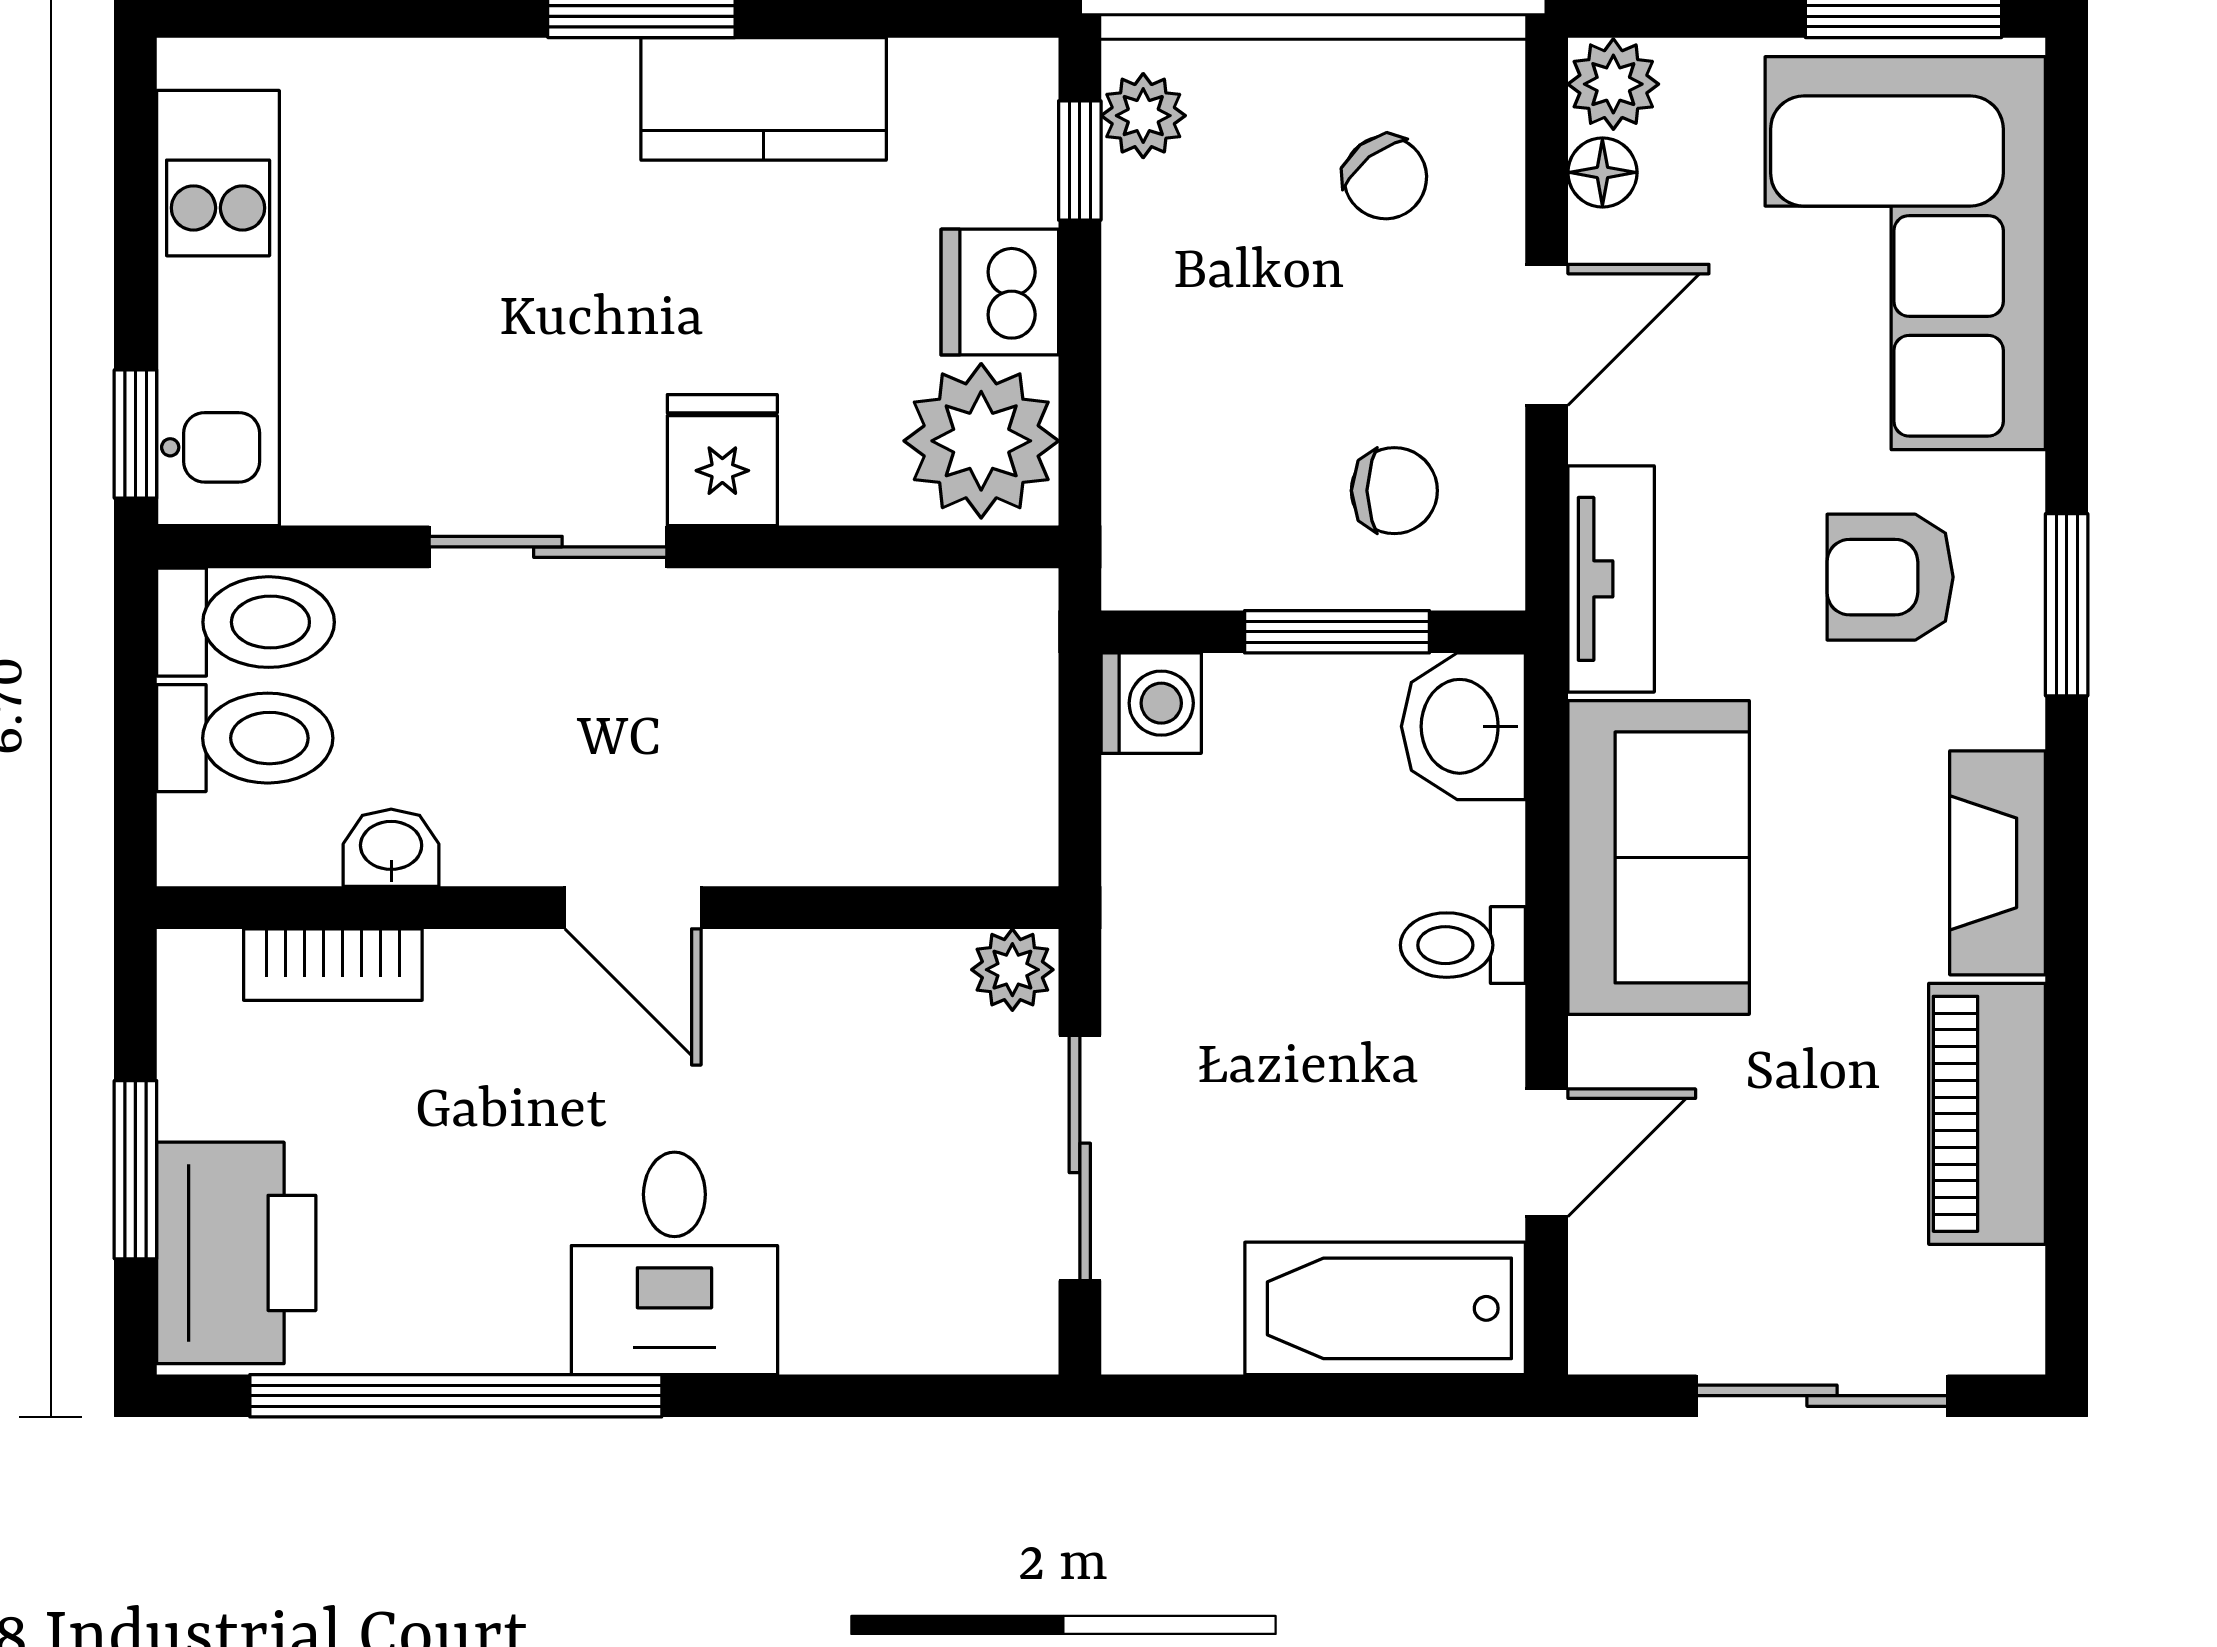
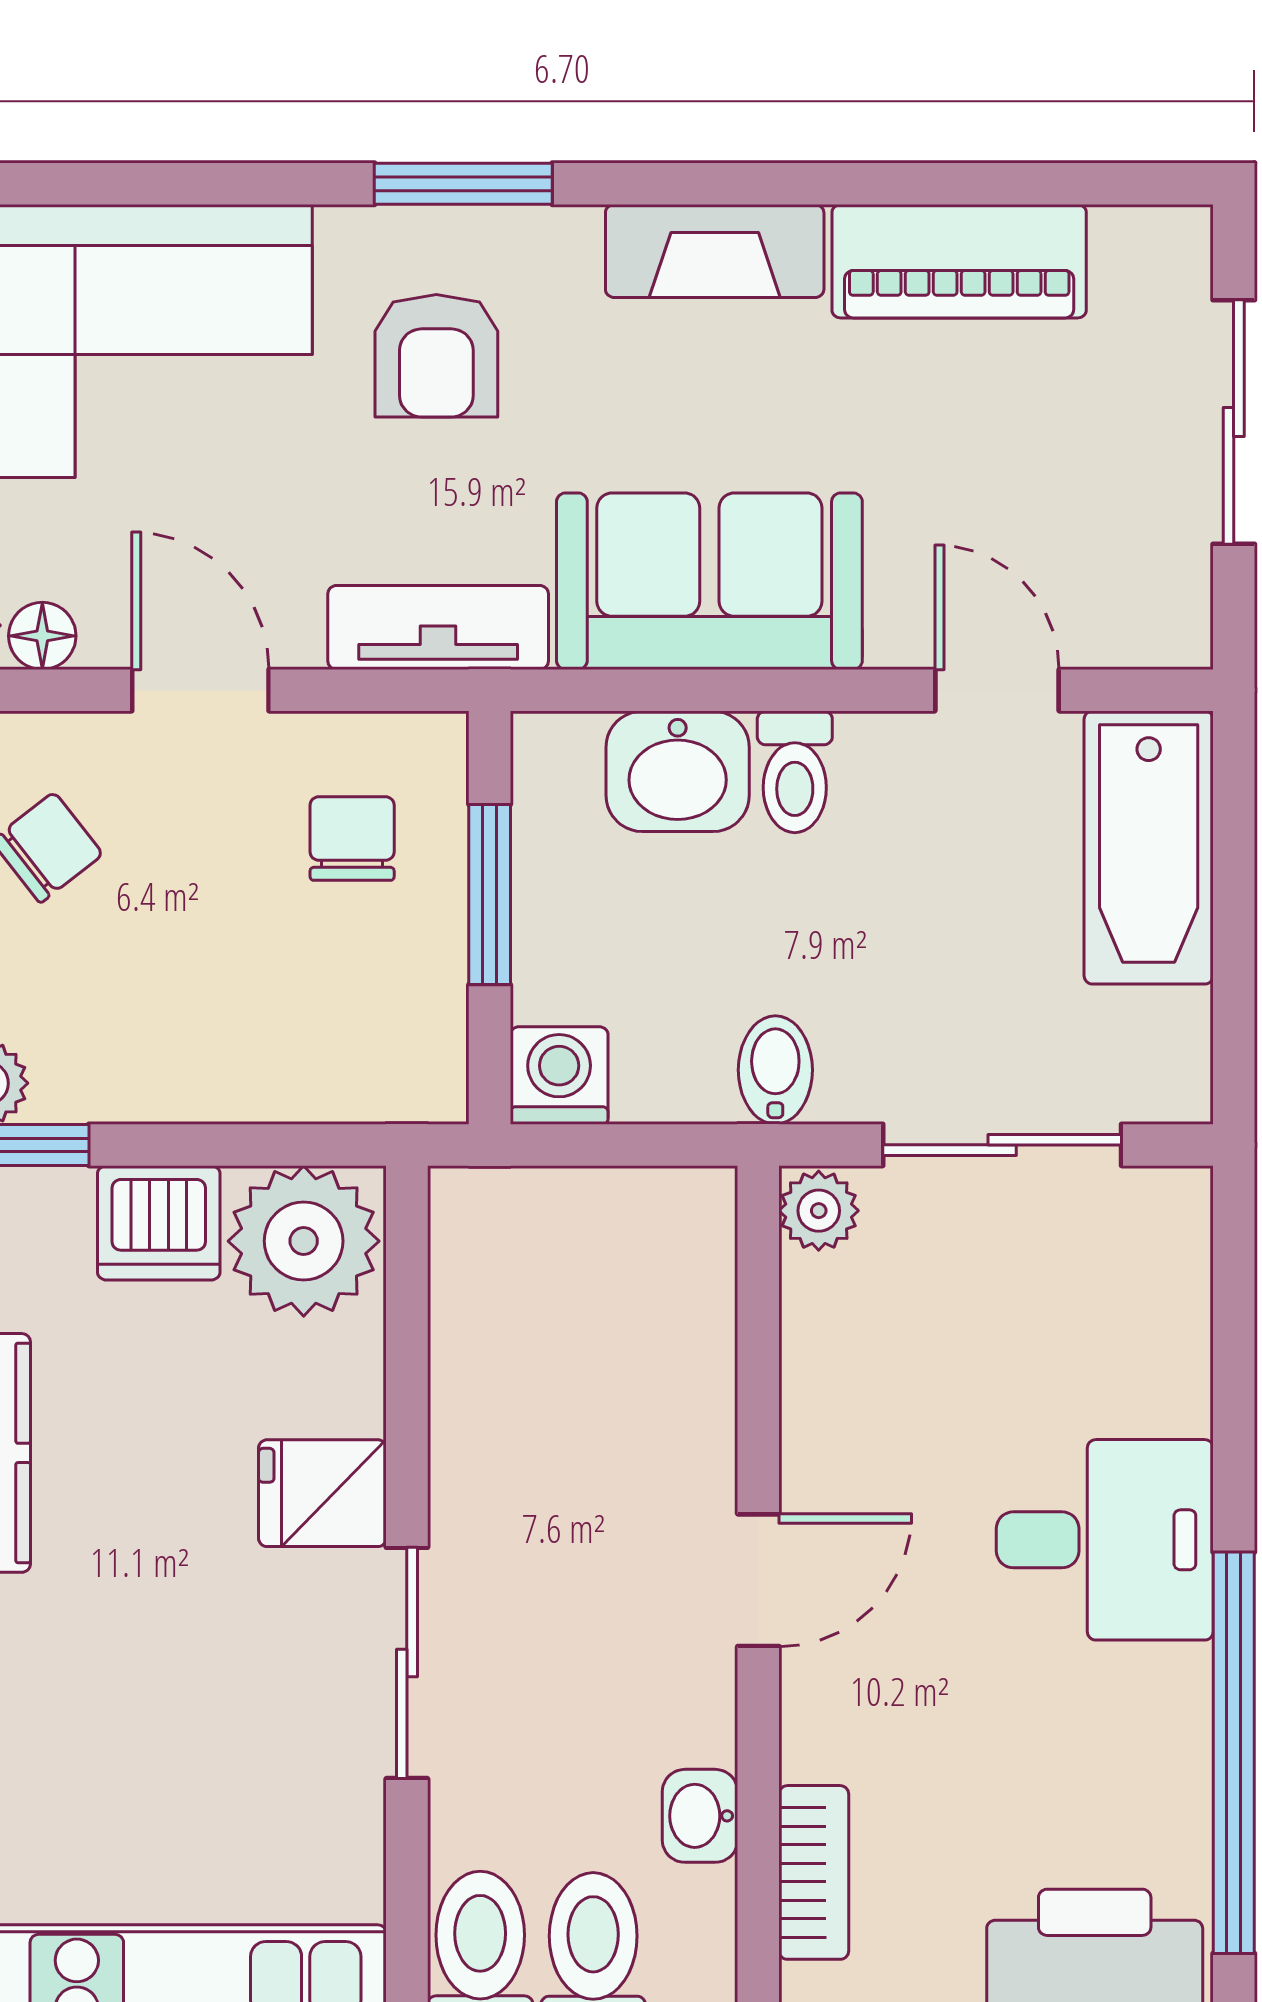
washbasin: (1463, 726) -> (678, 771), moved
bidet: (1157, 925) -> (775, 1070), added

